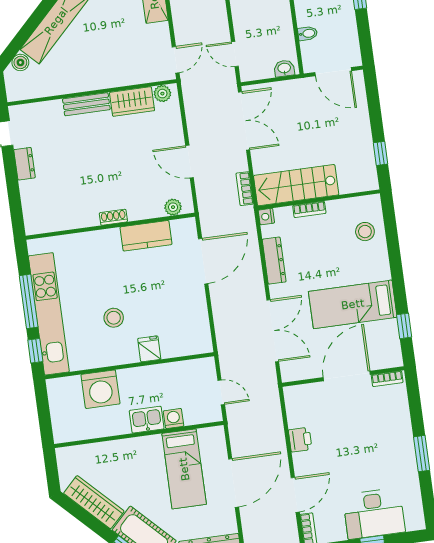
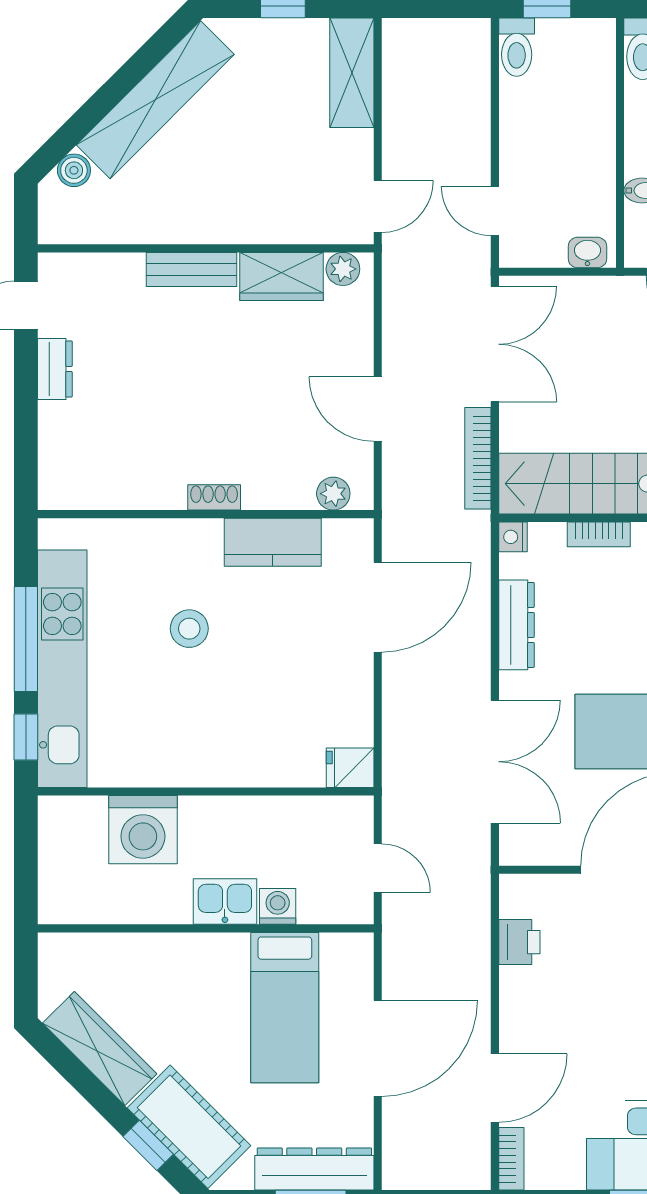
bookcase: (245, 189) -> (478, 458), width x1.56
stool: (114, 318) -> (189, 629), moved
fridge: (149, 349) -> (350, 768), moved, turned -90
printer: (300, 440) -> (519, 942), moved

